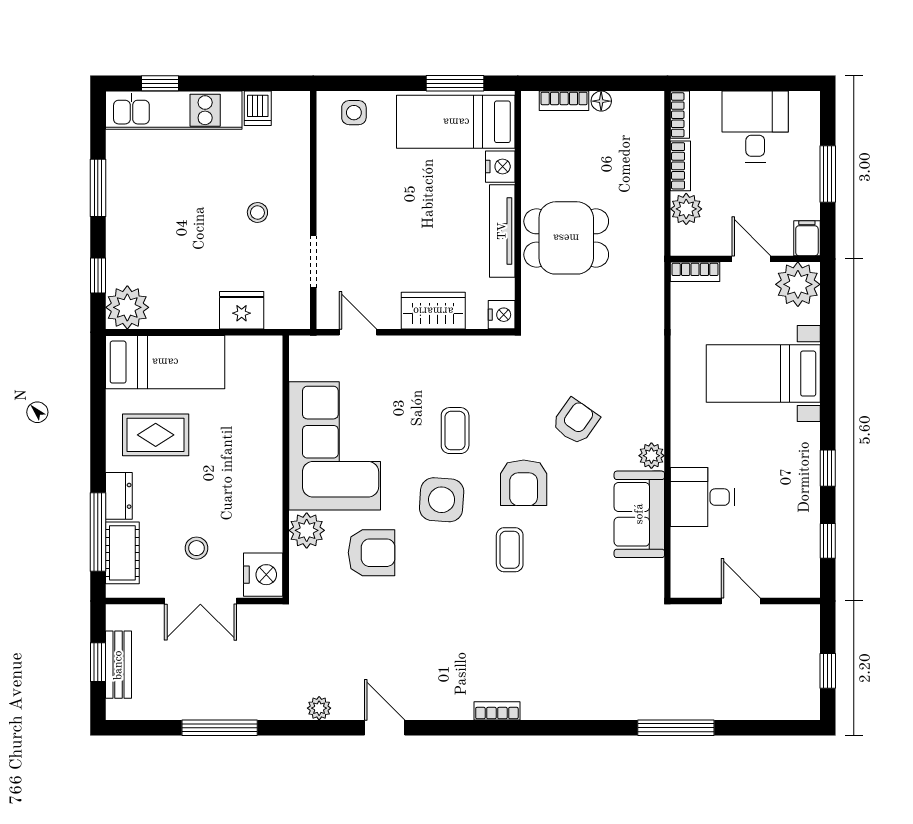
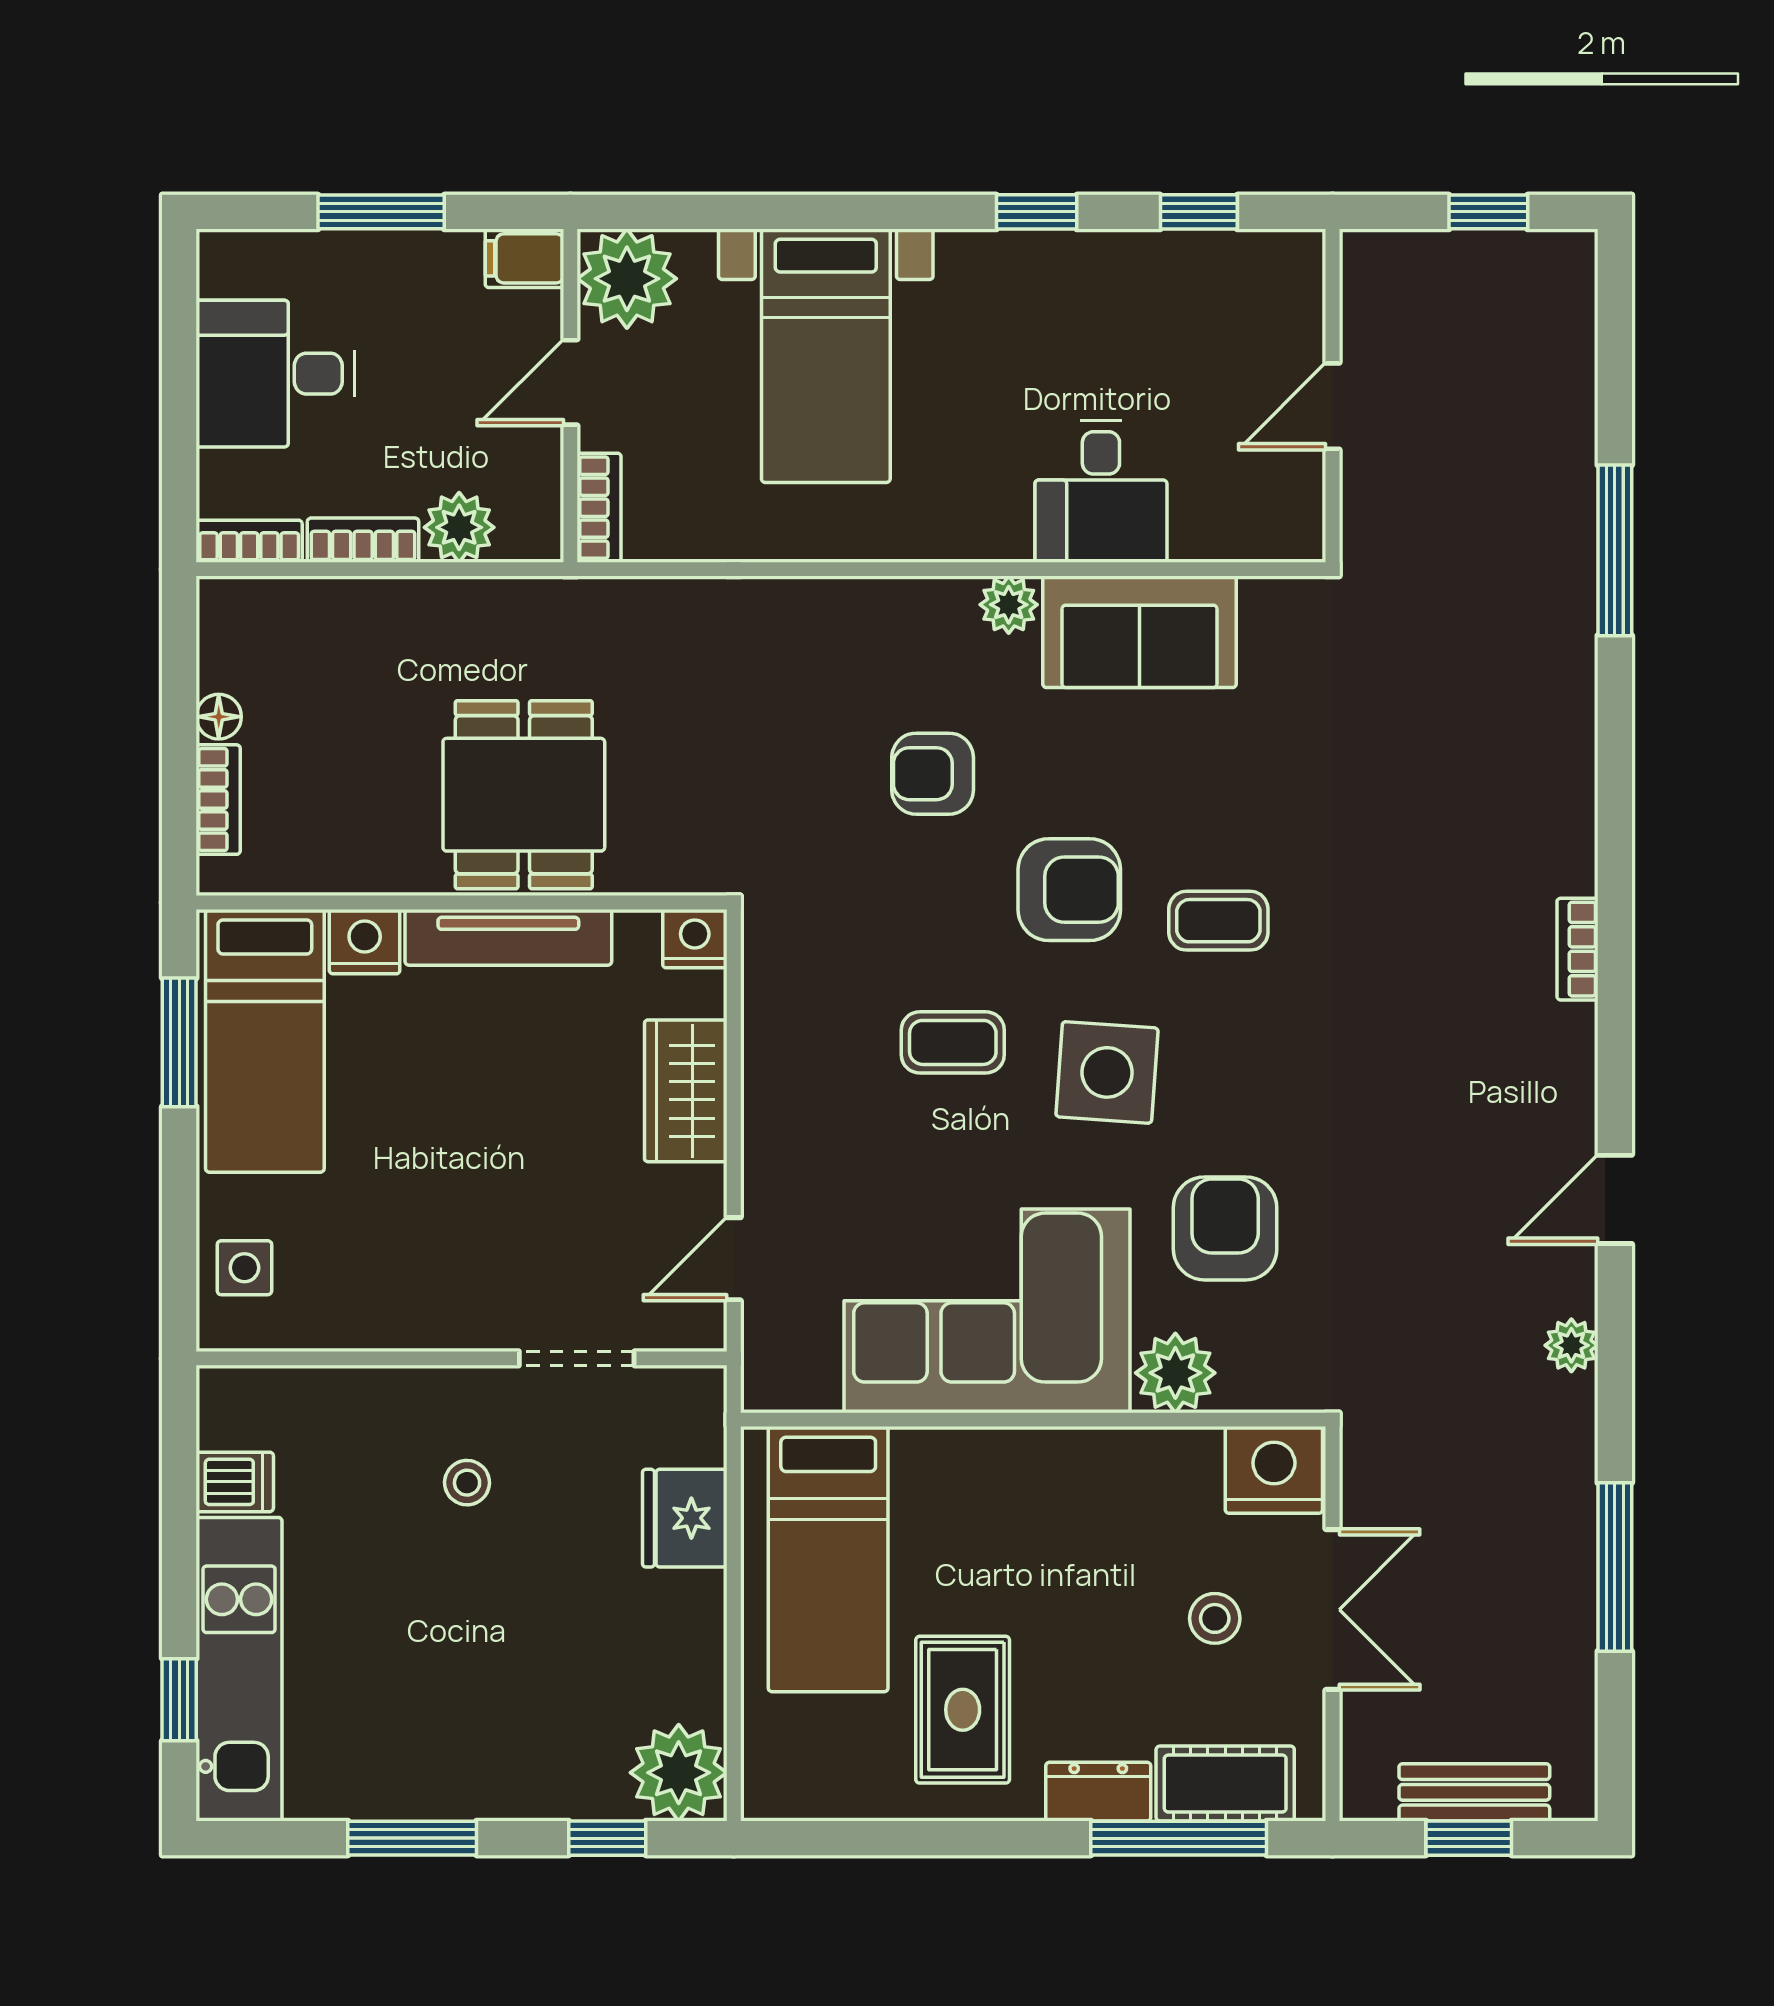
bed: (165, 362) -> (828, 1559), moved, turned 180
armchair: (576, 421) -> (933, 774), turned -35

